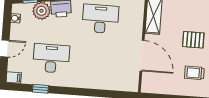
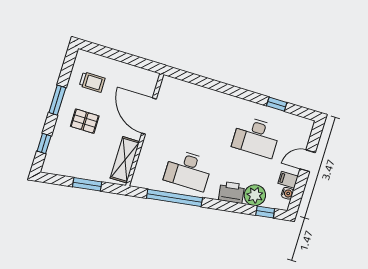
filing cabinet: (14, 78) -> (288, 180), moved

